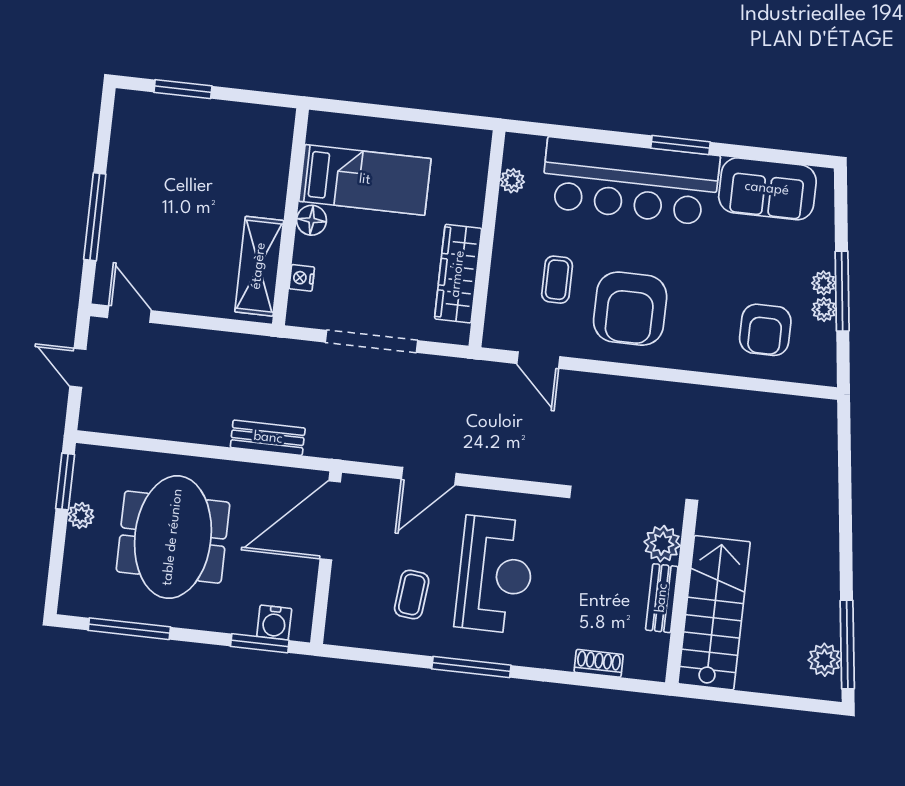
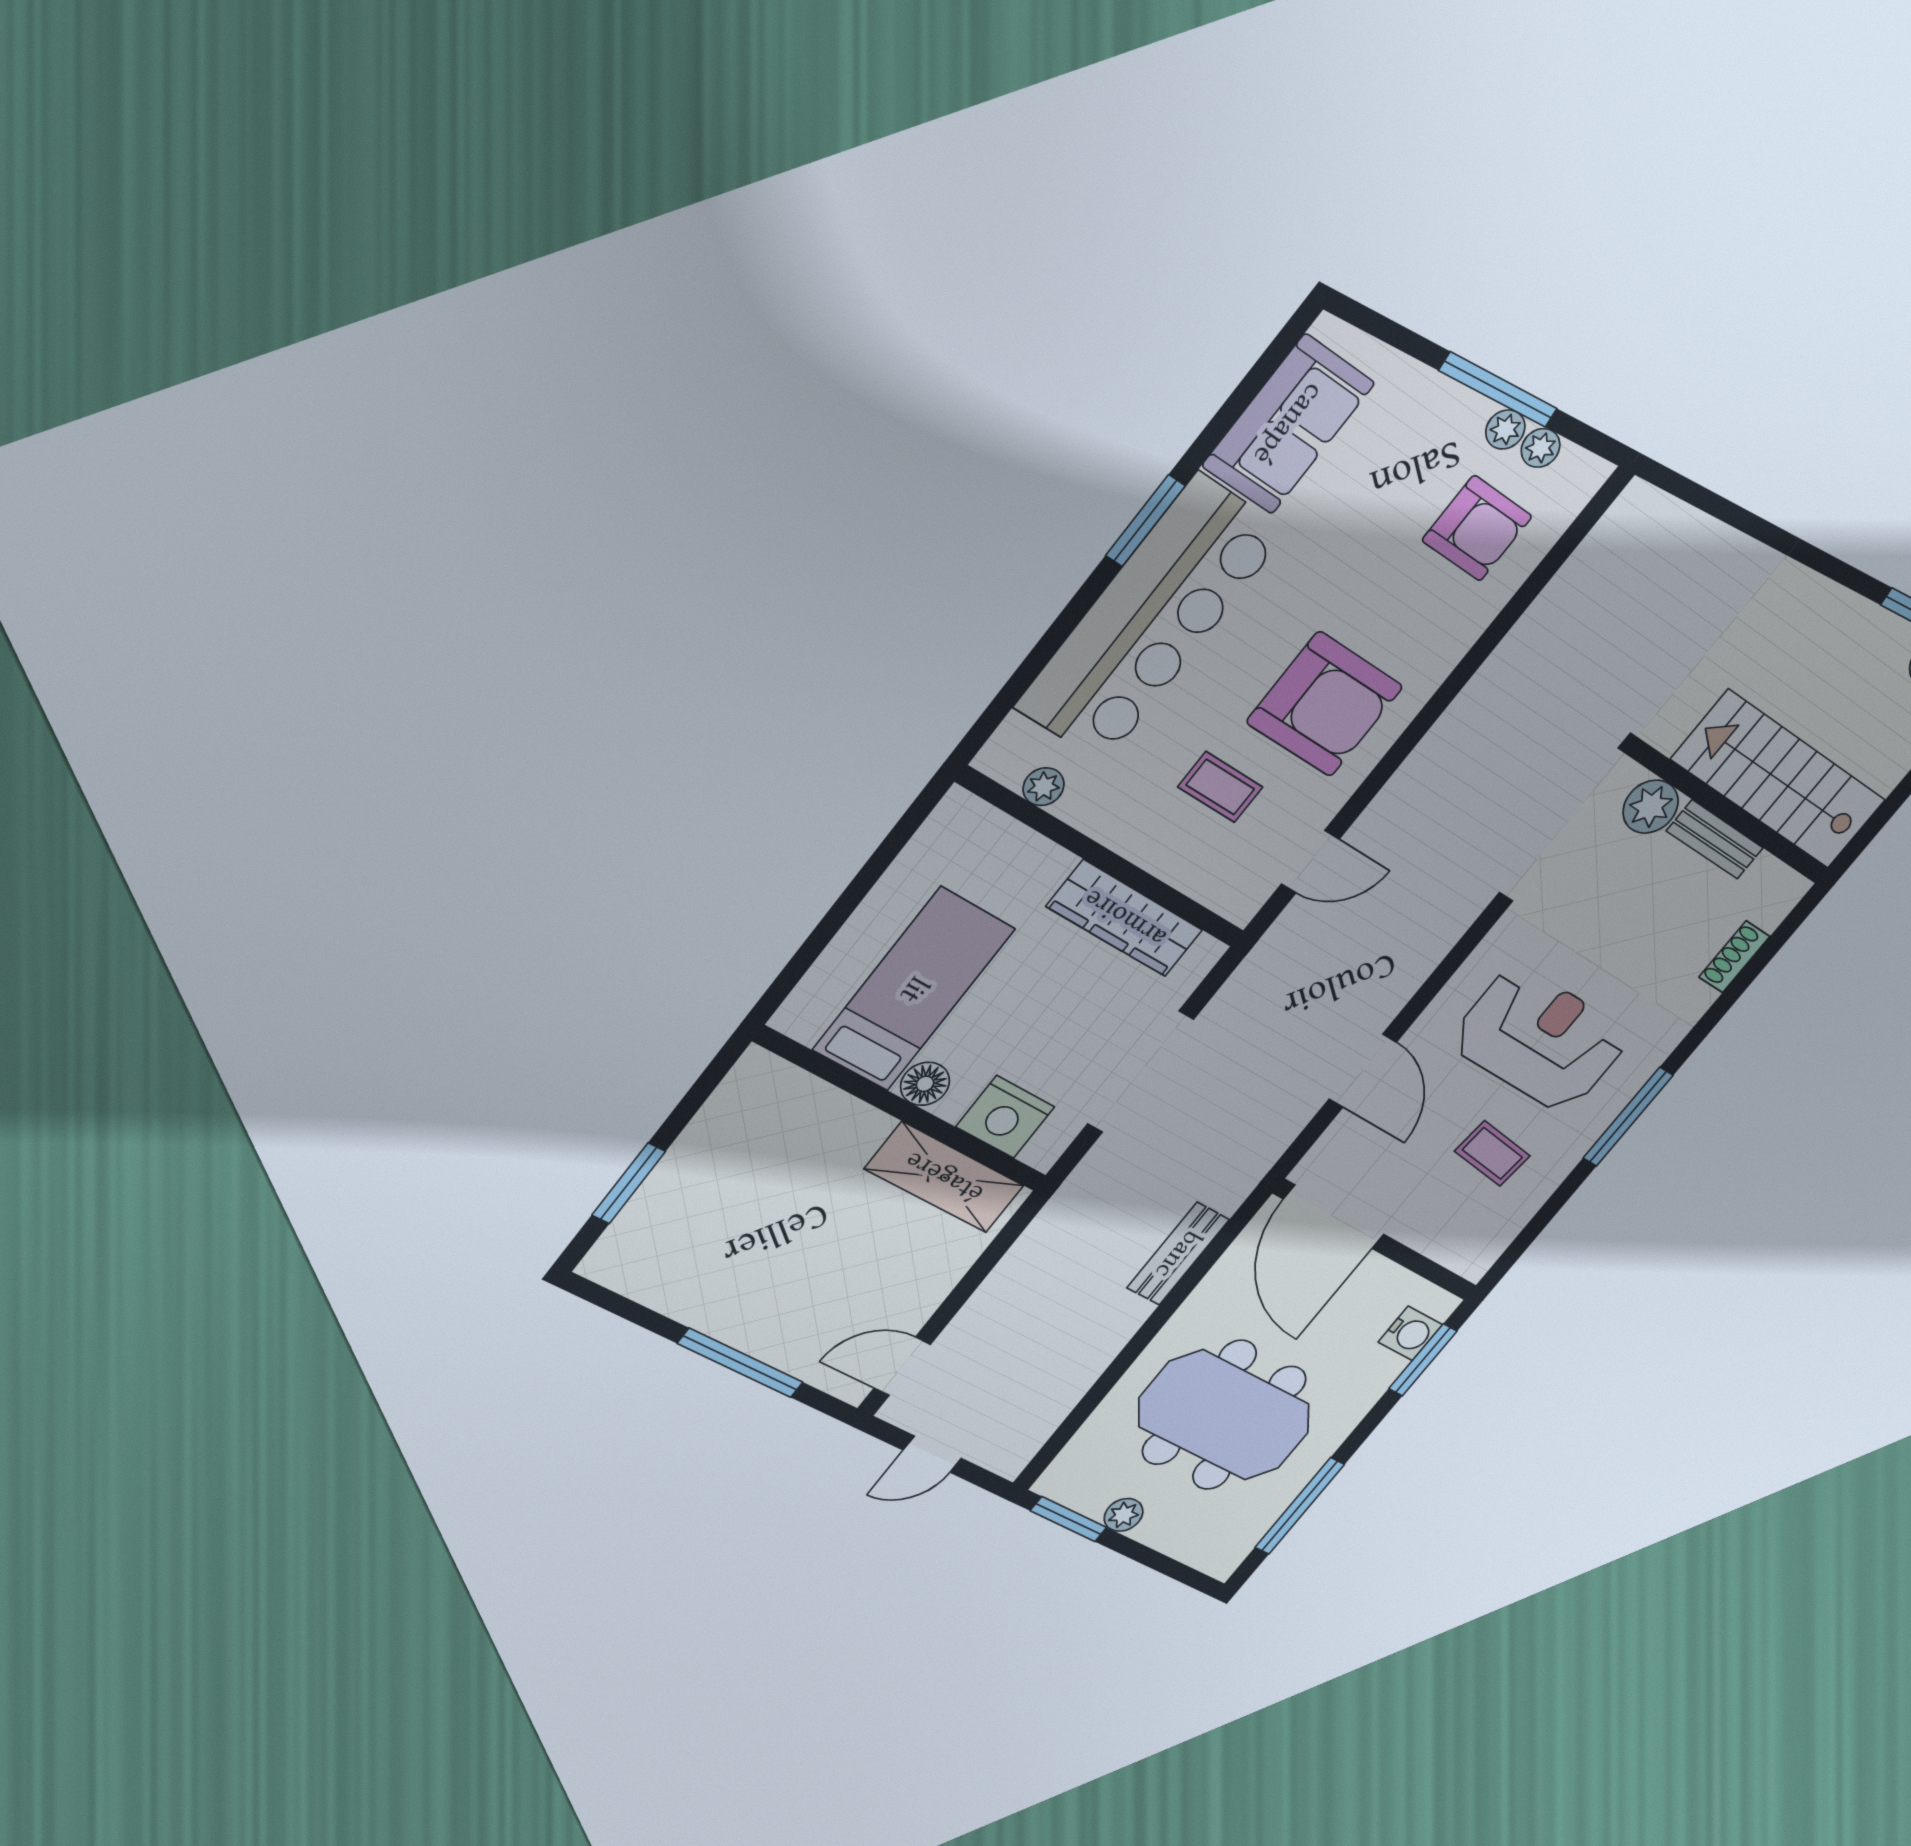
nightstand: (302, 278) -> (1005, 1117), width x1.89, depth x1.79
plant: (824, 283) -> (1541, 448), moved

